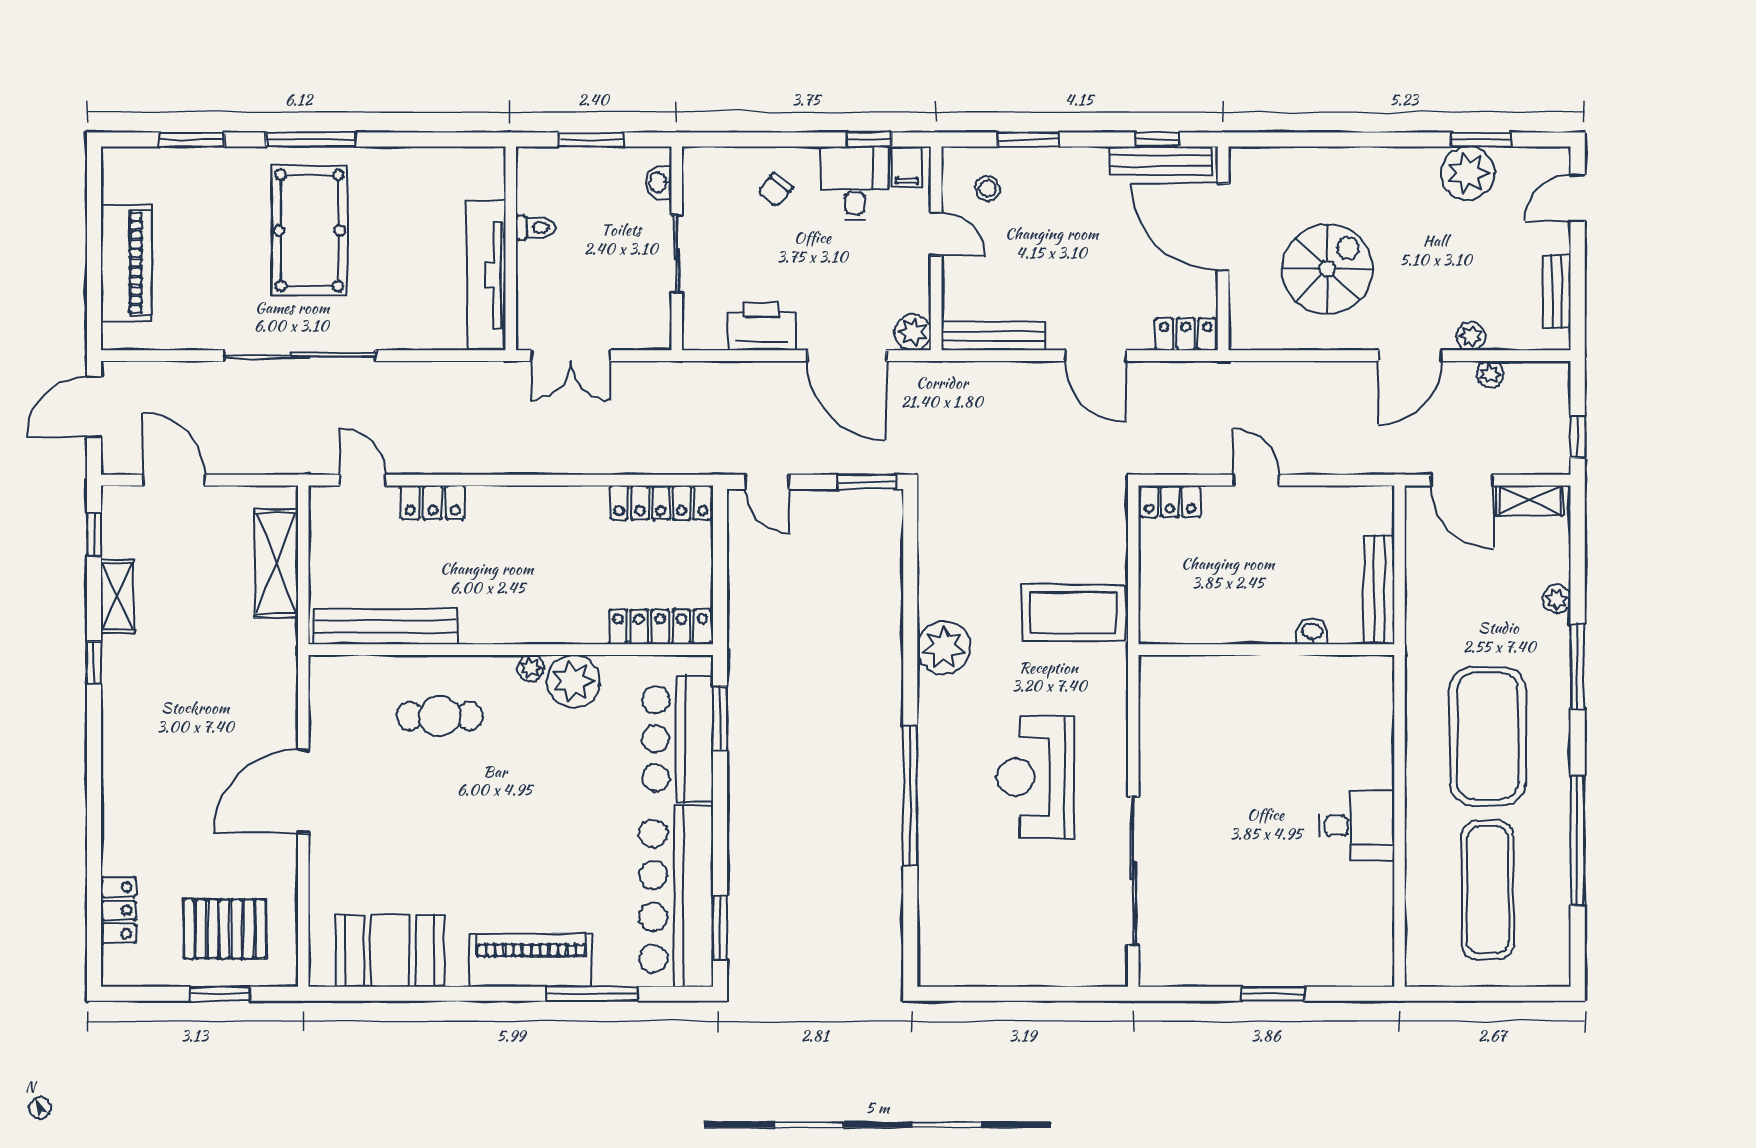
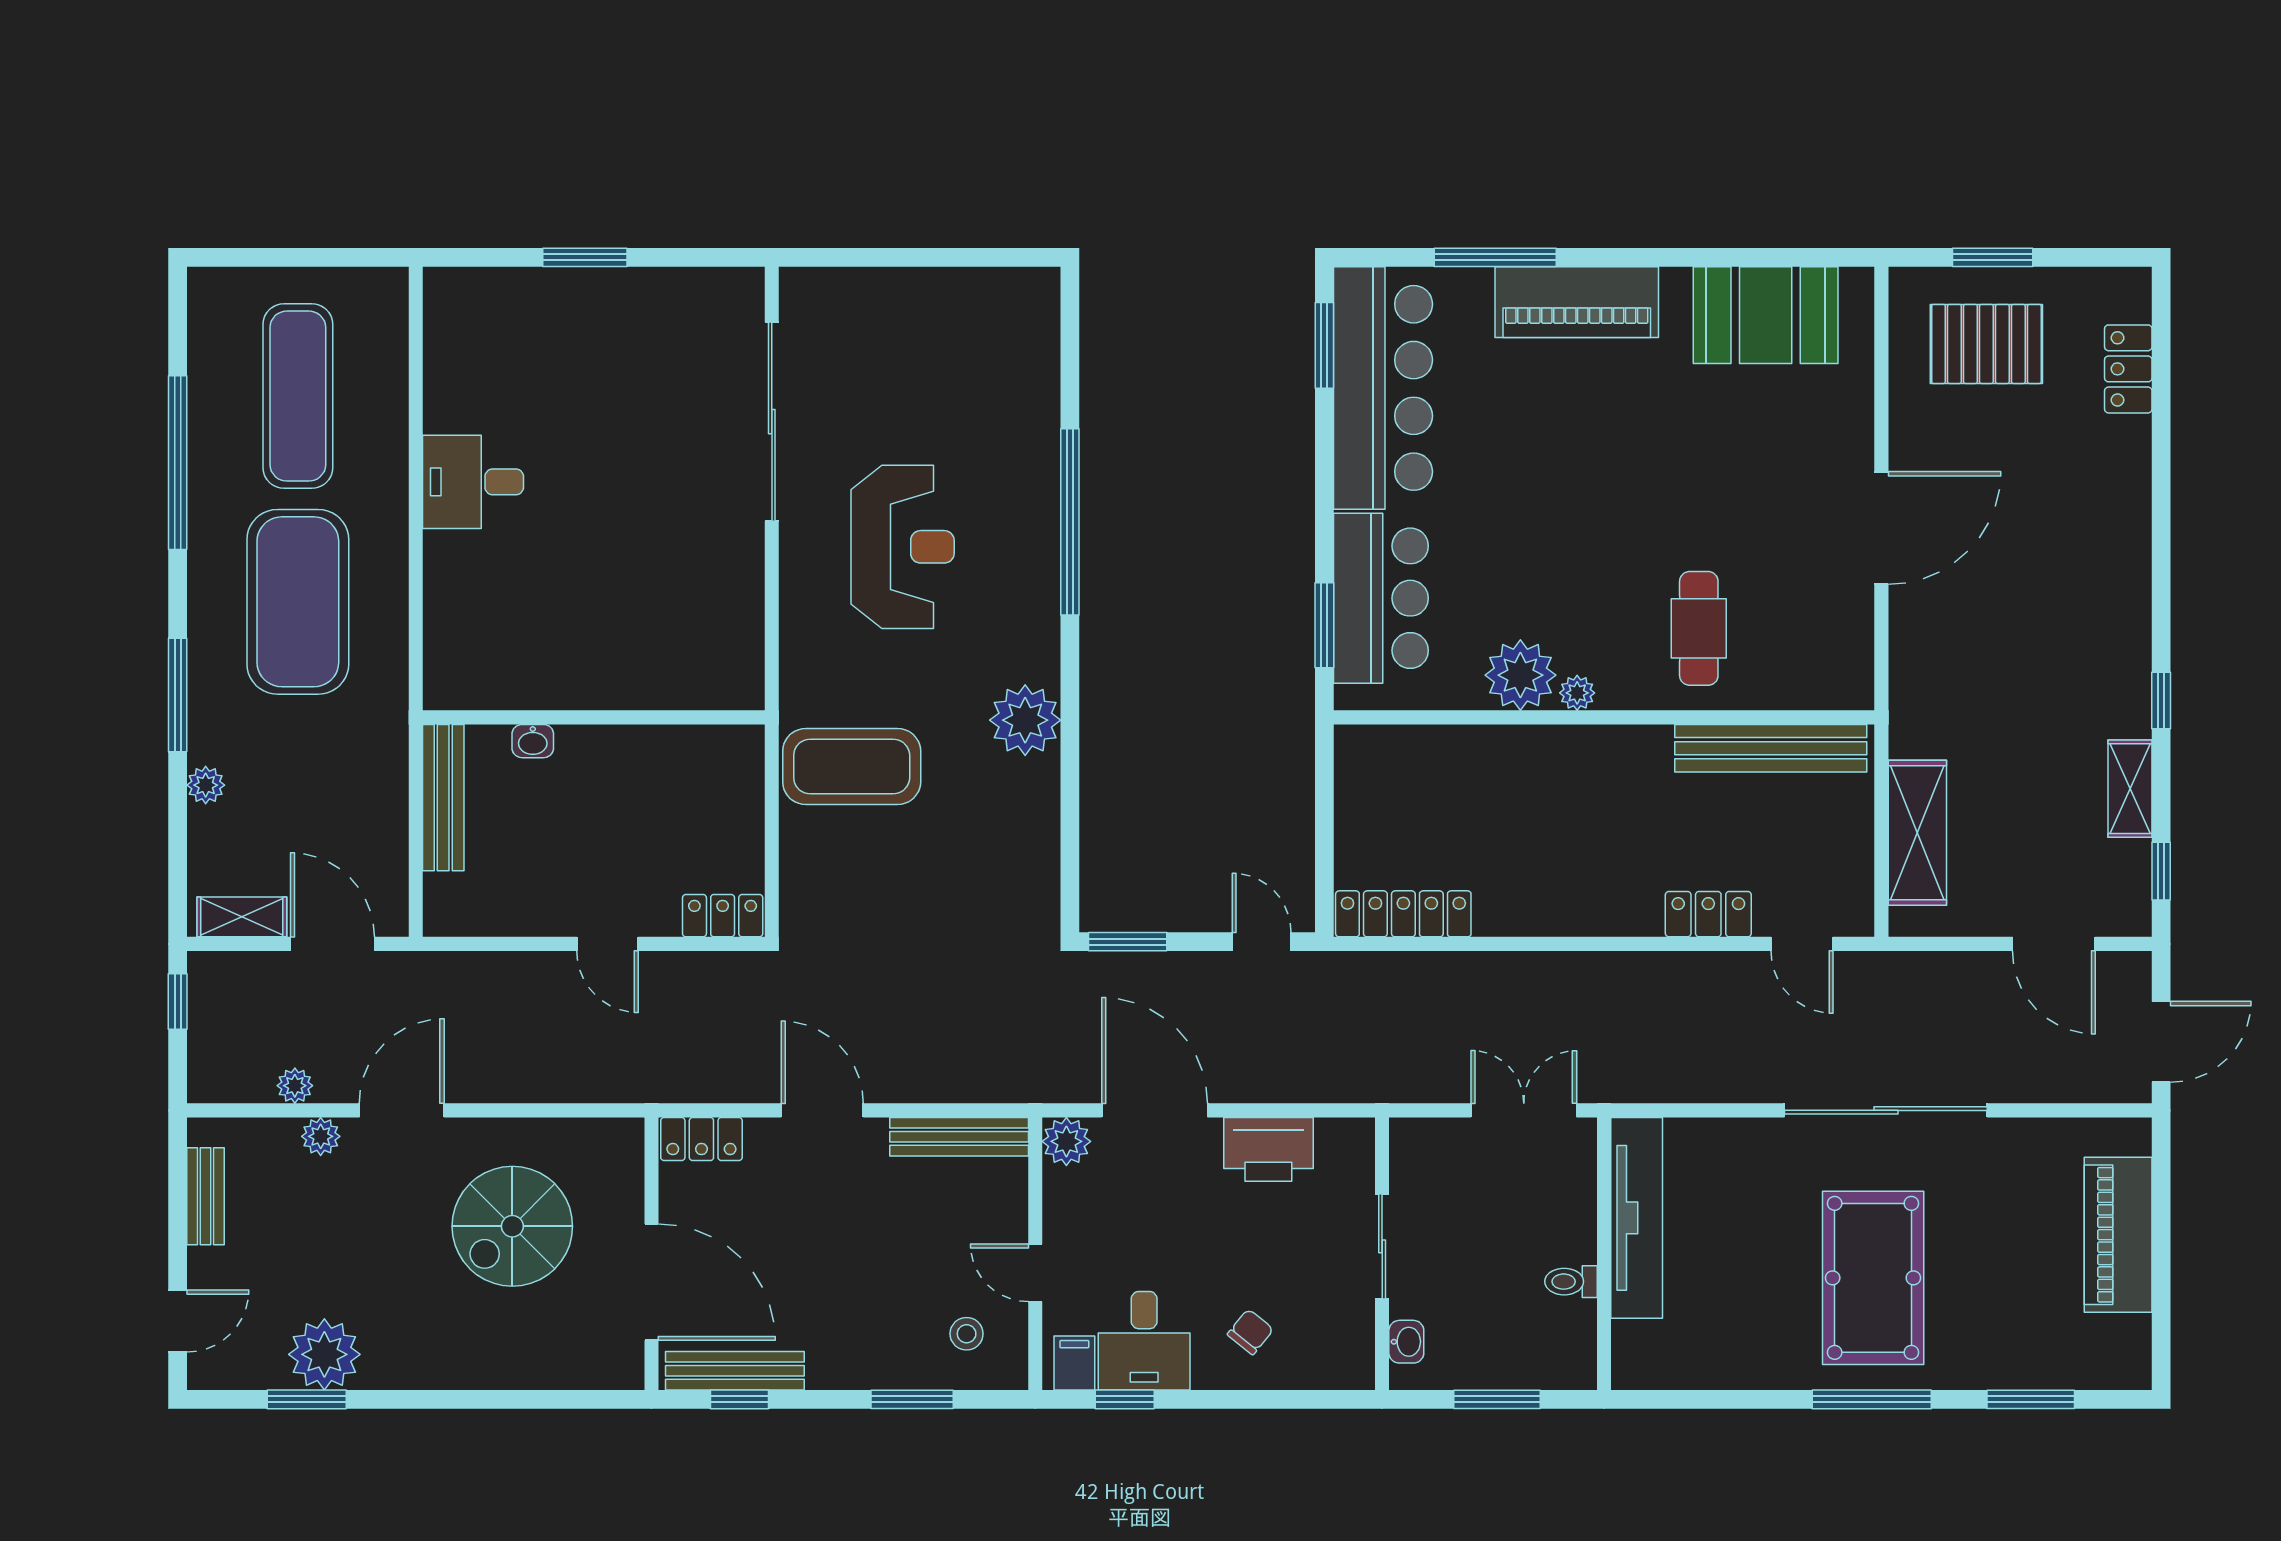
locker: (660, 627) -> (1404, 748), removed
cafe table: (440, 716) -> (1699, 628), turned 90

